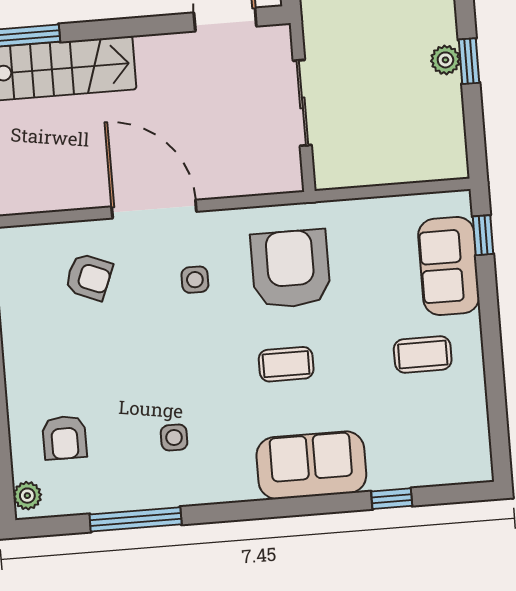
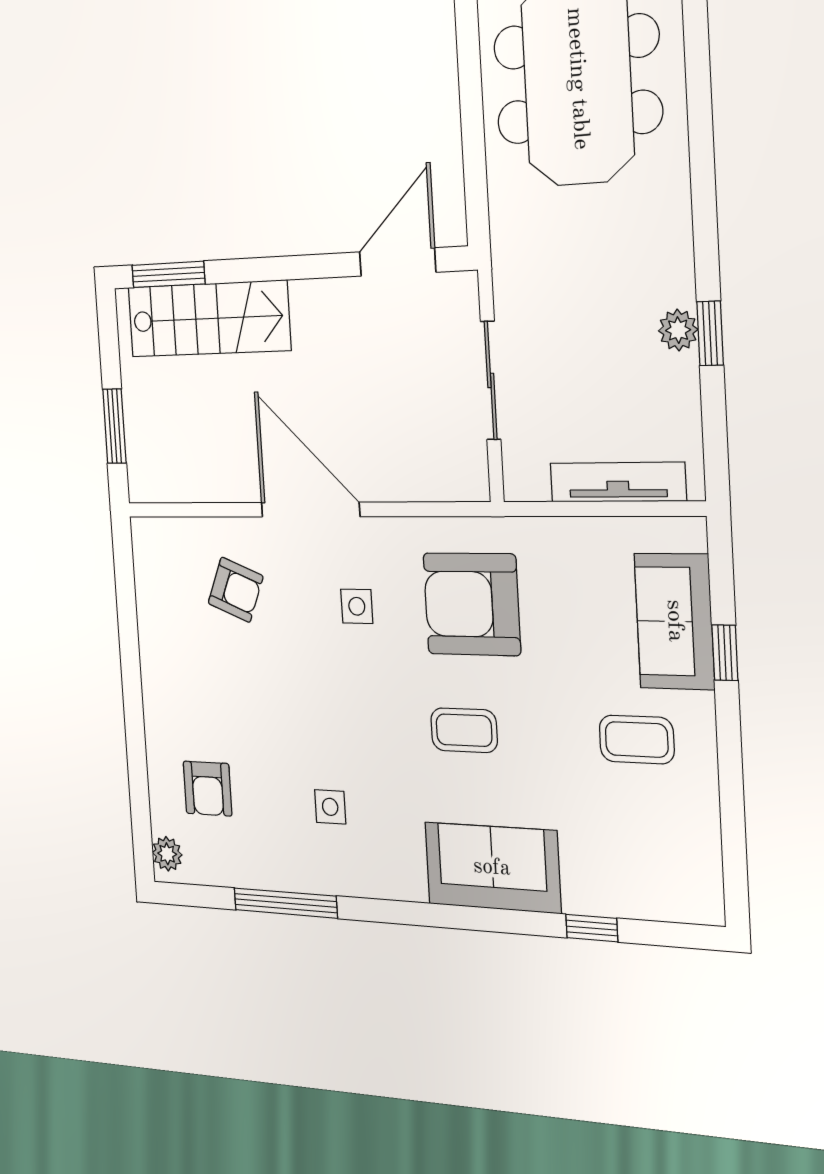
tv unit: (403, 170) -> (618, 482), added
window: (483, 235) -> (725, 653), moved
armchair: (291, 269) -> (472, 604), turned -90

